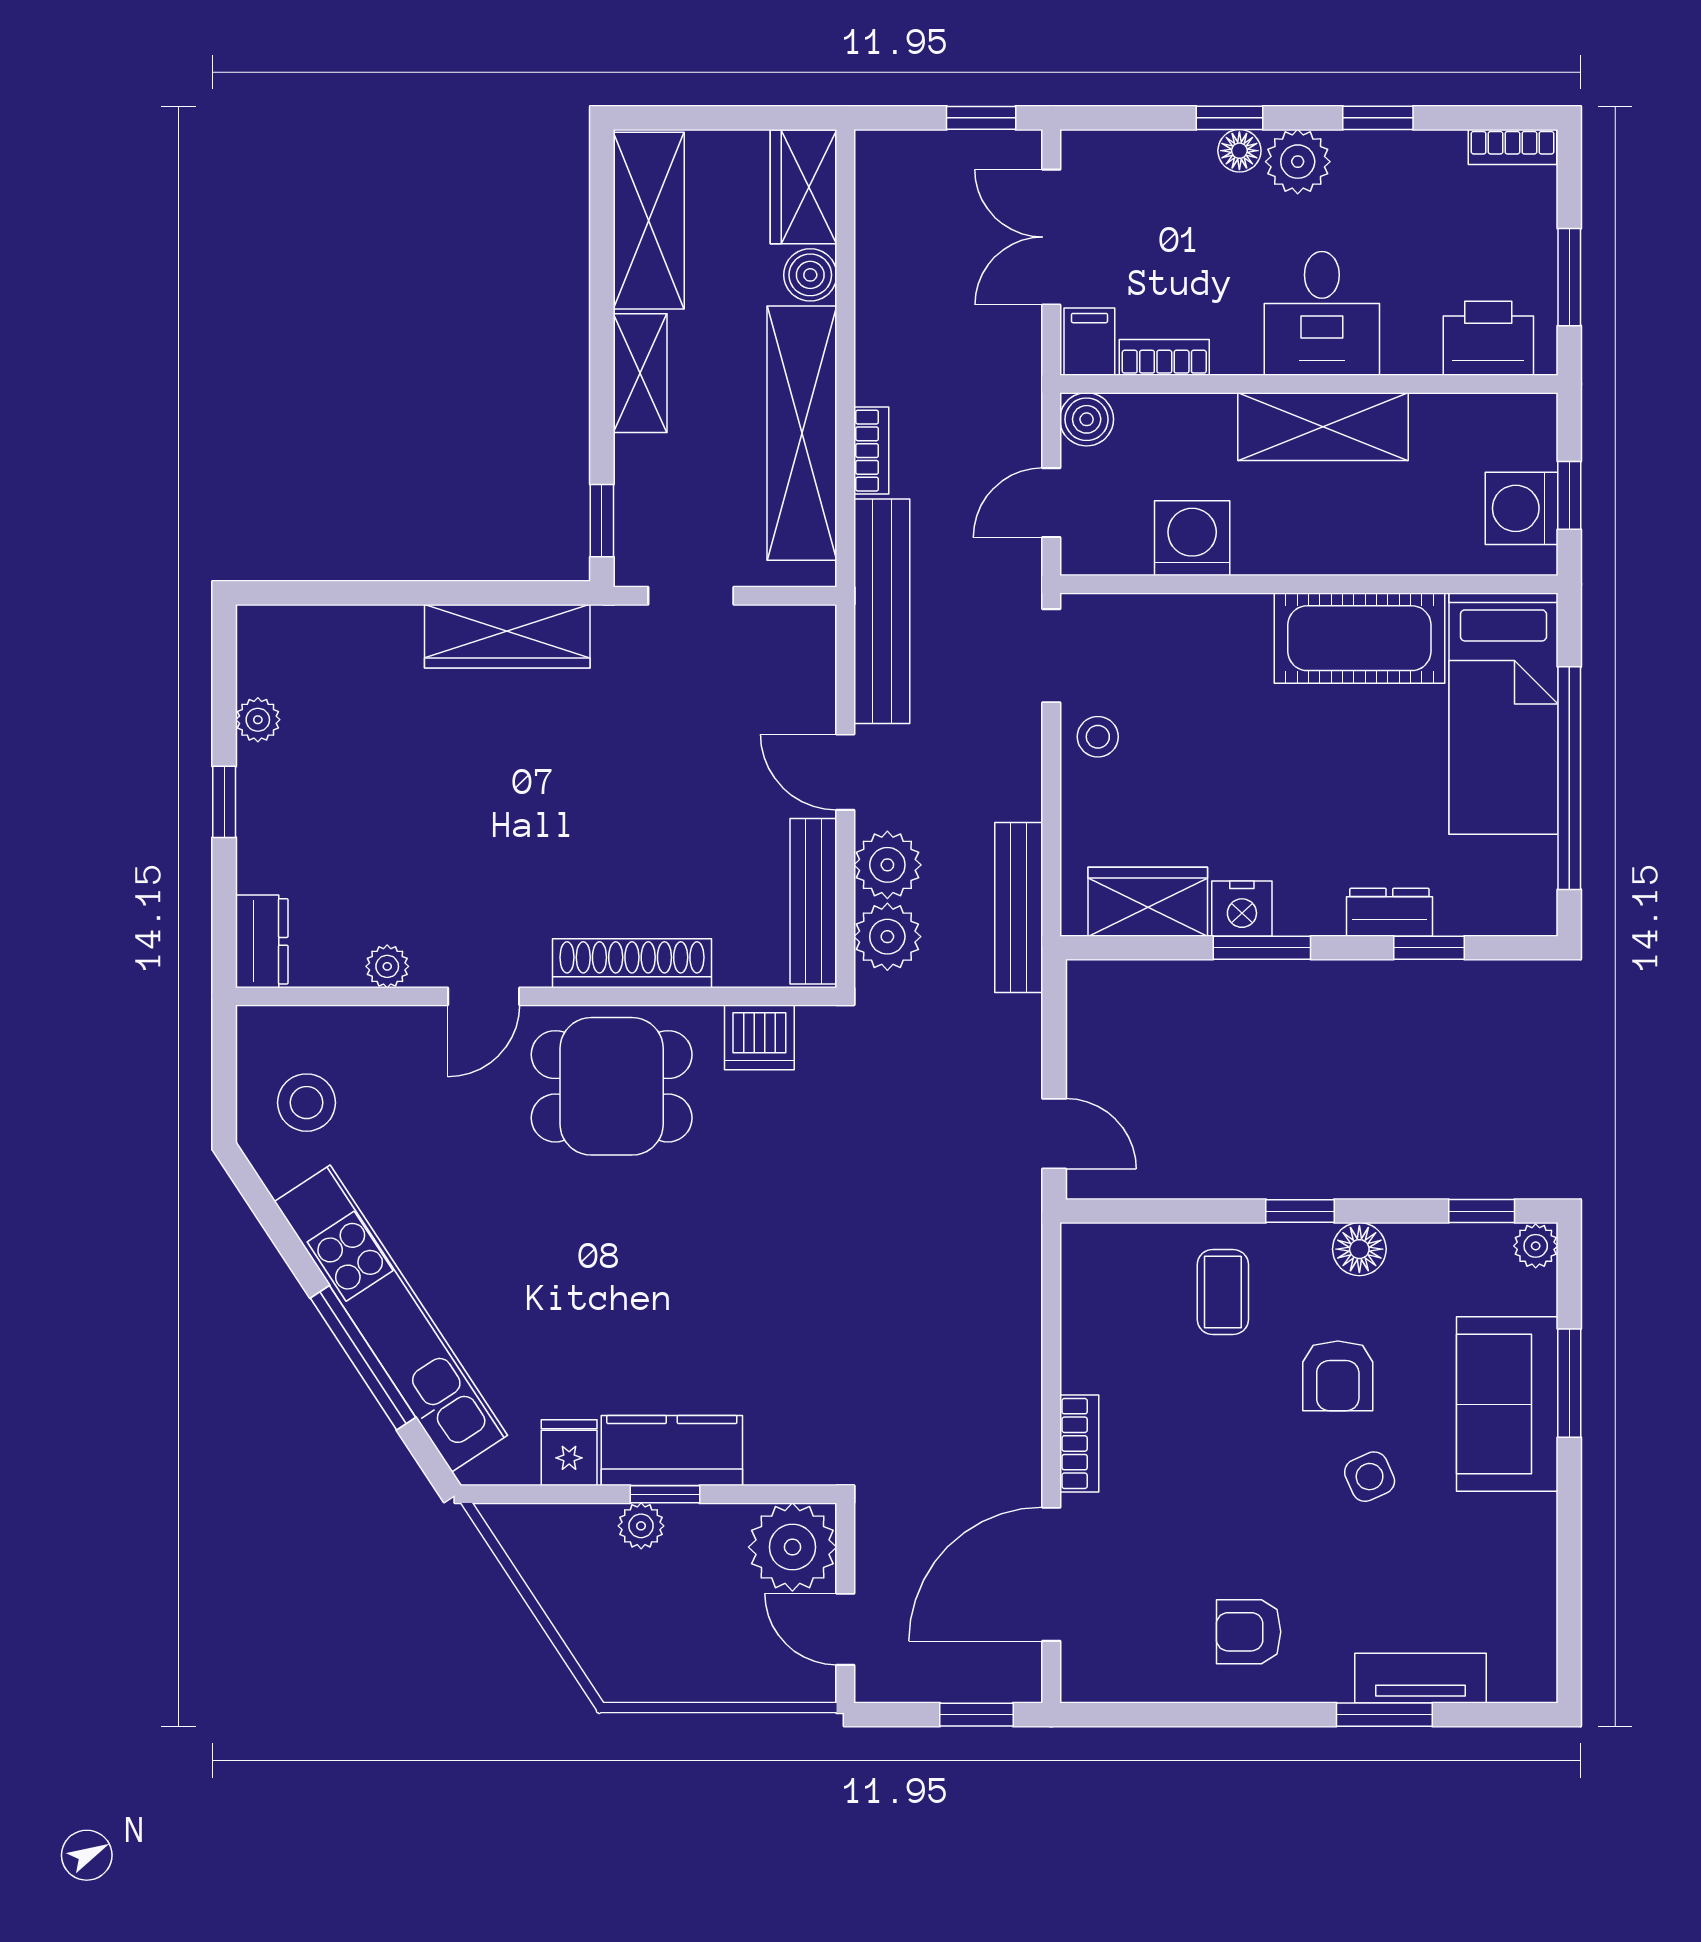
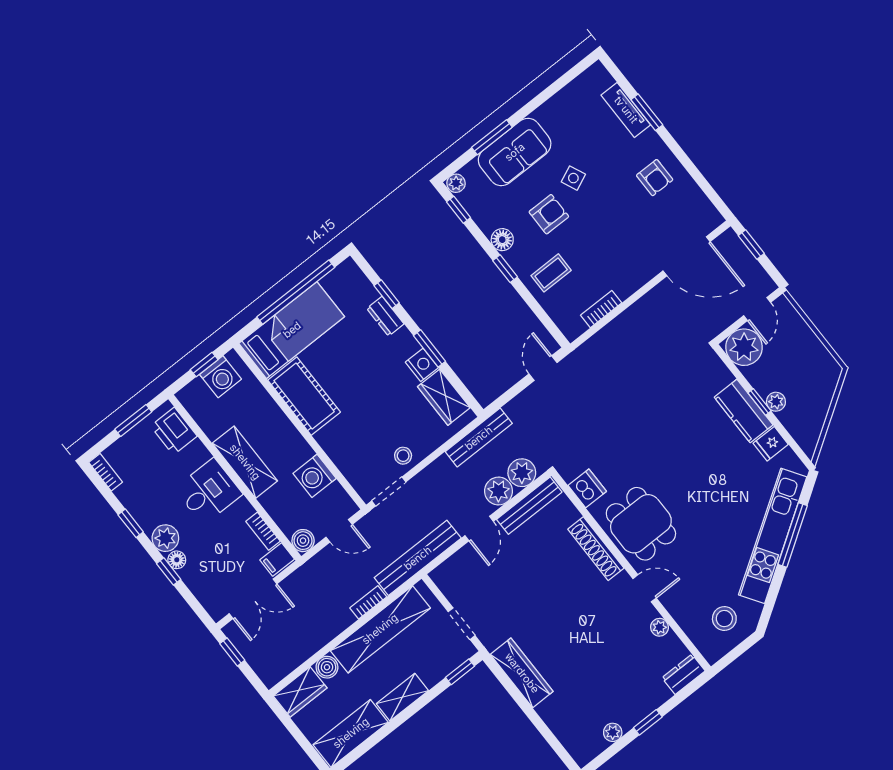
bookcase: (1079, 1443) -> (601, 309), moved

